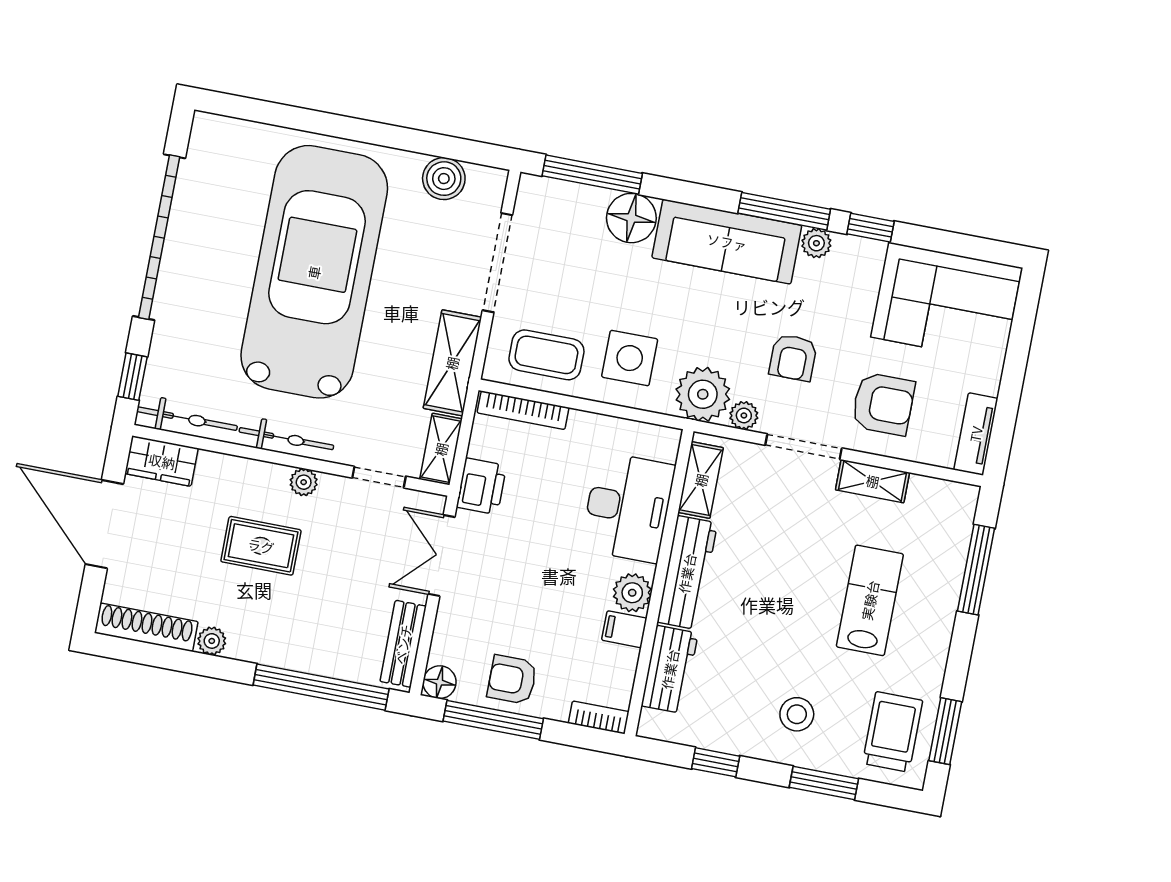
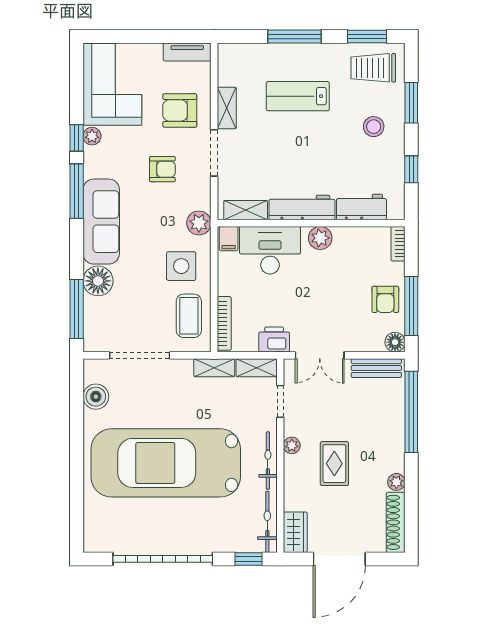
plant: (816, 243) -> (92, 136), moved
shelving: (452, 363) -> (214, 368), width x0.67, depth x0.75
plant: (703, 394) -> (199, 223), width x0.73, depth x0.73
armchair: (883, 404) -> (180, 110), turned -90
plant: (744, 415) -> (202, 192), removed
window: (976, 570) -> (295, 37), moved
filing cabinet: (624, 629) -> (229, 239), moved

